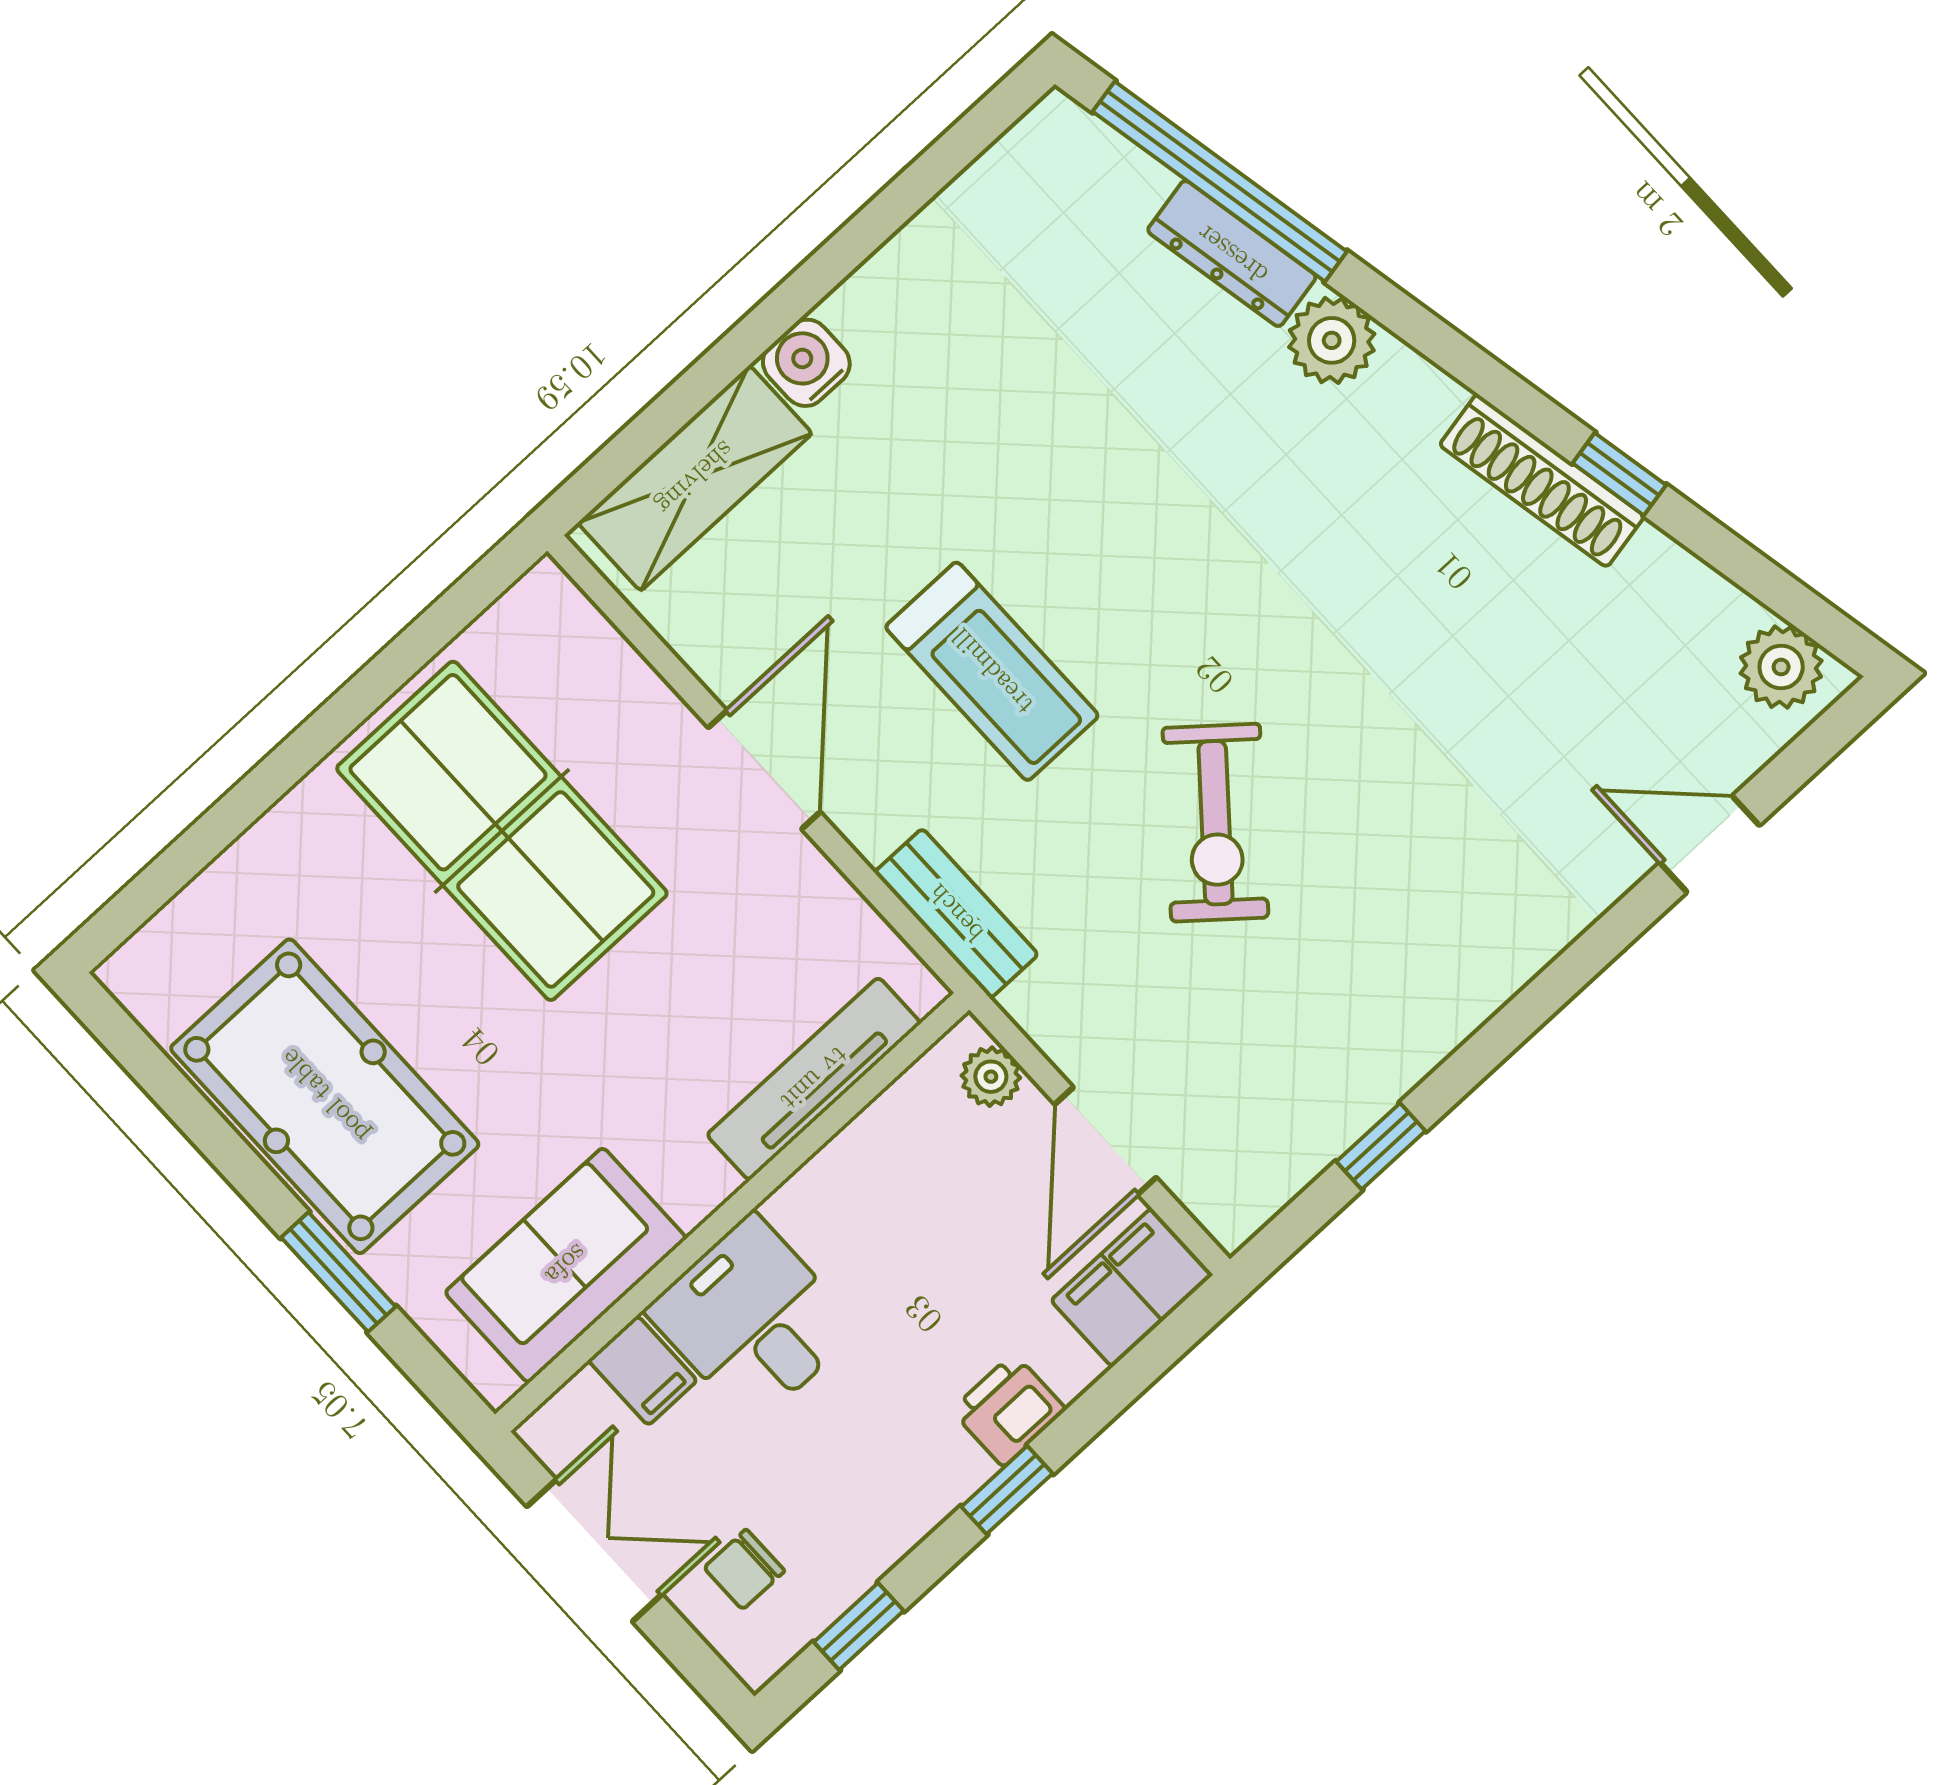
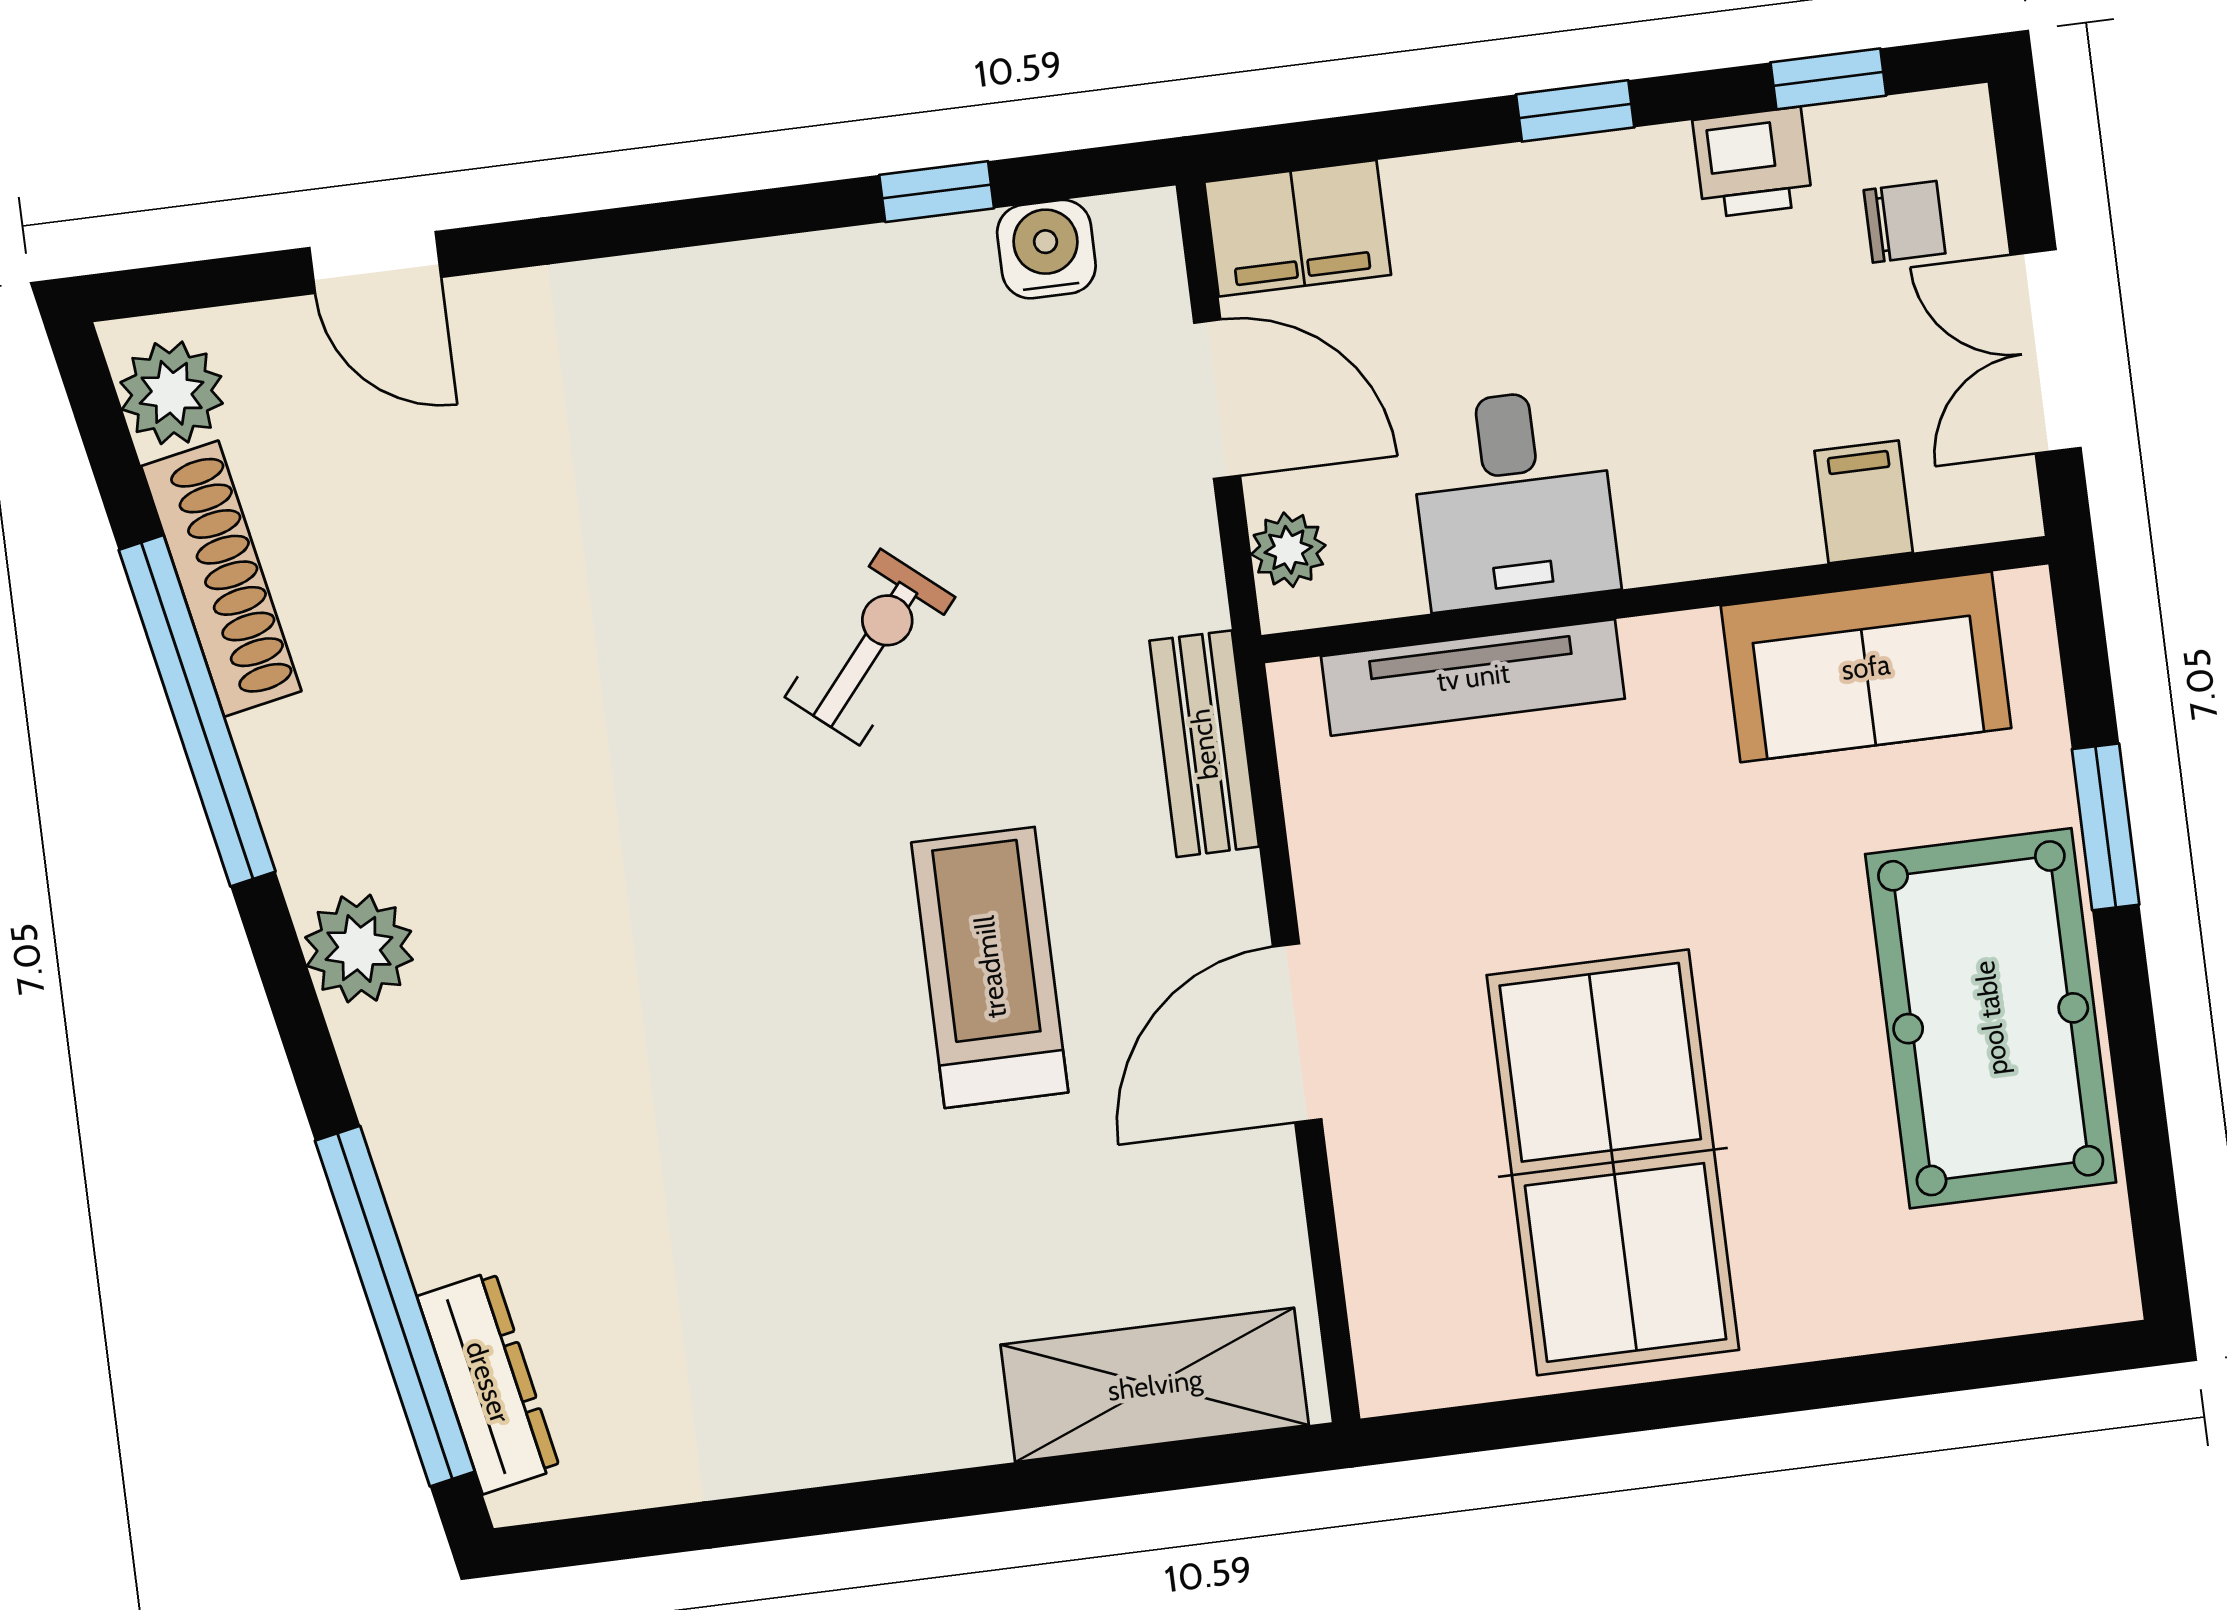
dresser: (1232, 254) -> (488, 1382), moved
plant: (1332, 340) -> (359, 949), moved
water cooler: (806, 363) -> (1046, 249), moved, turned 180
window: (1619, 474) -> (197, 711), width x3.17
shoe rack: (1542, 481) -> (221, 579), moved
exercise bike: (1215, 823) -> (870, 647), width x0.73, depth x0.72
door: (1105, 1141) -> (1217, 399), hinge flipped
desk: (753, 1320) -> (1514, 499), moved
printer: (1009, 1410) -> (1753, 163), moved

